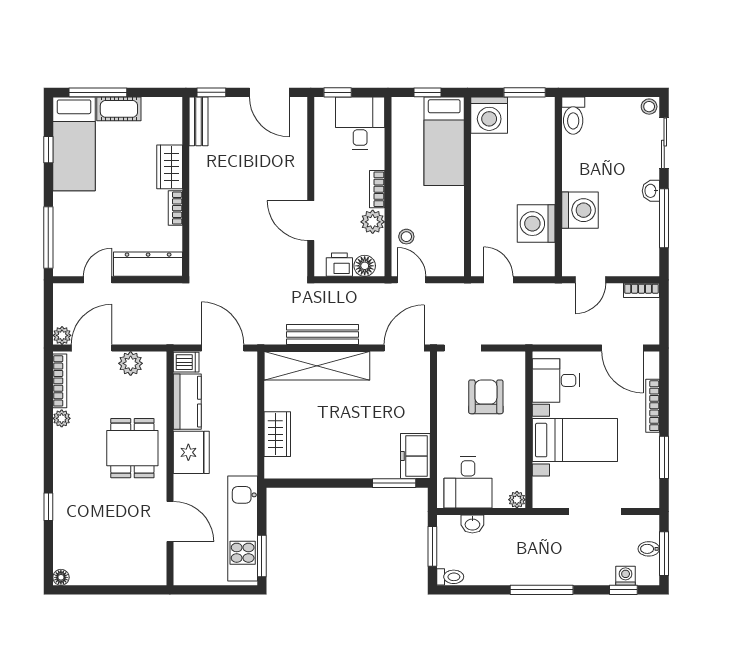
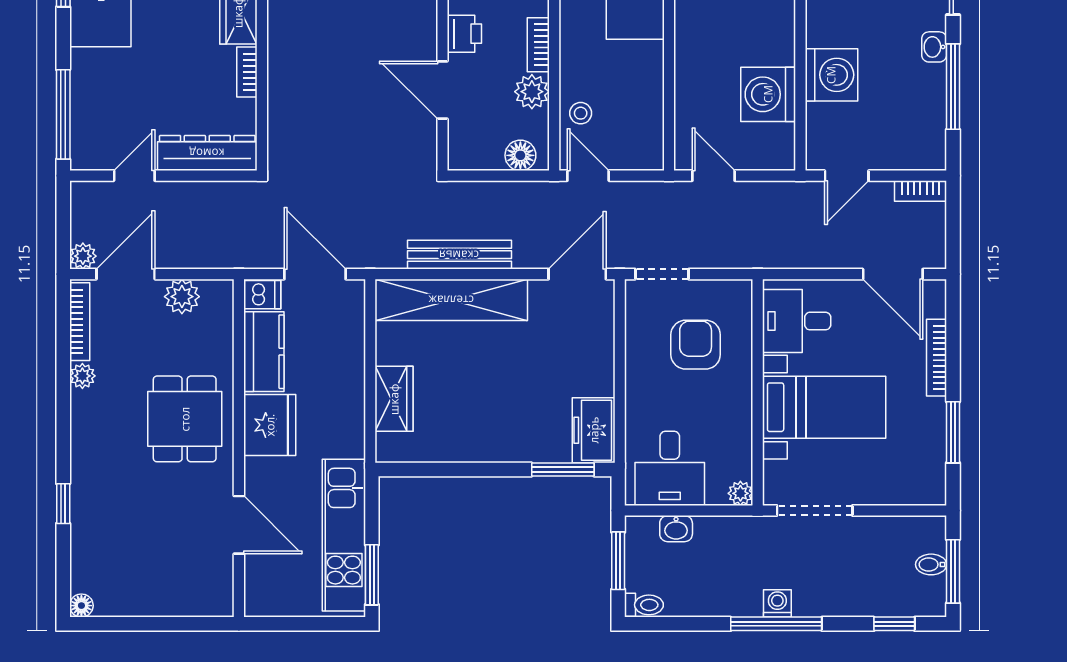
printer: (339, 265) -> (464, 34), moved, turned 90
doorway: (595, 512) -> (815, 511), moved
washing machine: (626, 576) -> (777, 603), moved

